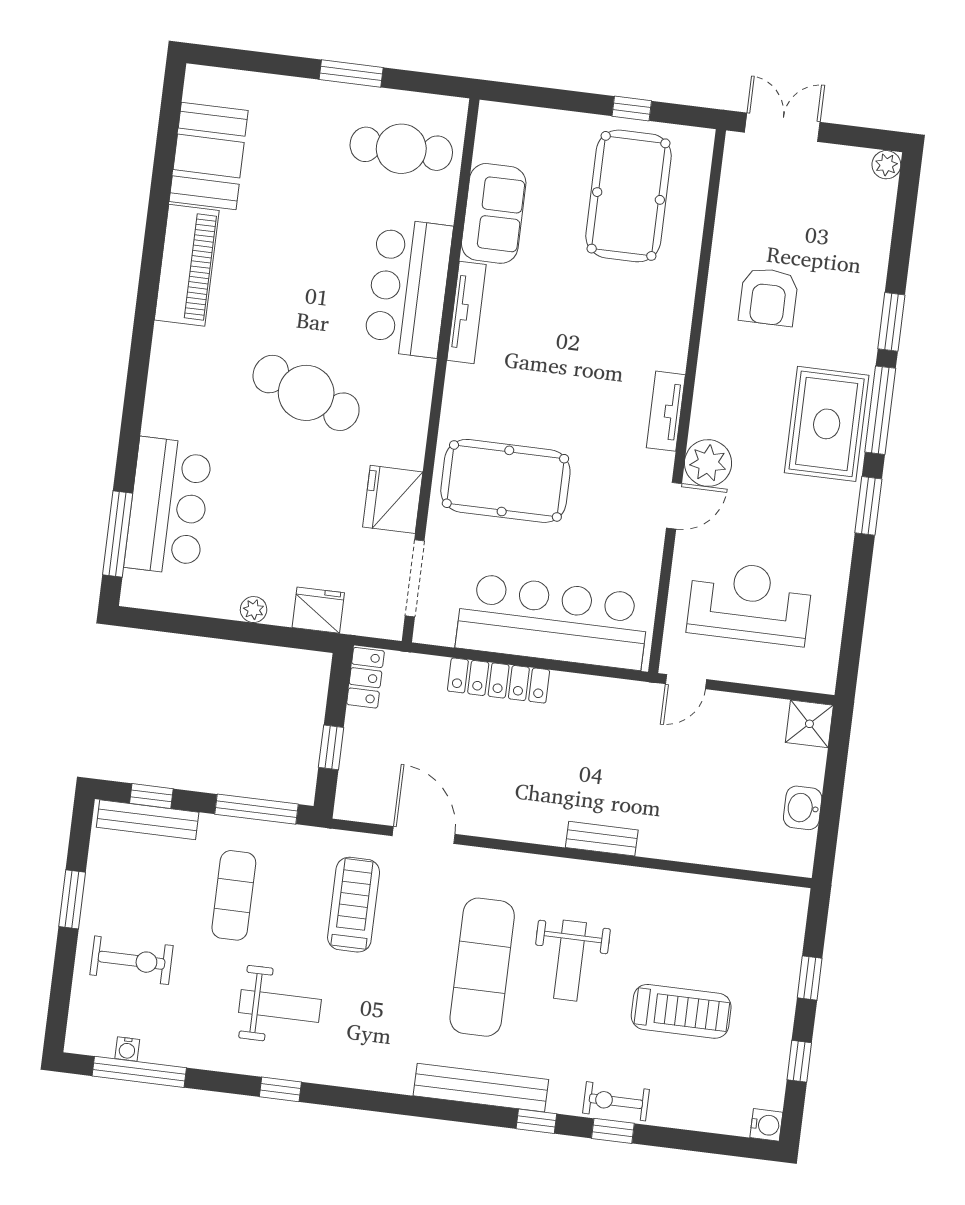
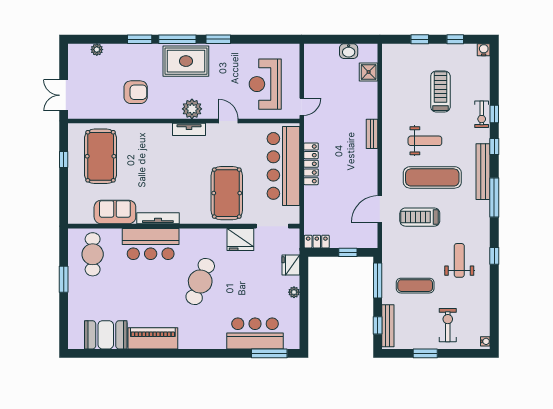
plant: (886, 165) -> (97, 50), moved
pool table: (629, 196) -> (101, 156), turned 90
plant: (708, 463) -> (192, 109), moved
locker: (499, 680) -> (311, 164), moved
door: (686, 682) -> (302, 107), hinge flipped
shower: (809, 724) -> (369, 72), moved
treadmill: (354, 905) -> (420, 217), moved
water cooler: (127, 1049) -> (485, 341), moved
window: (139, 1072) -> (494, 197), moved

